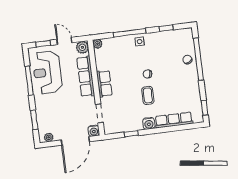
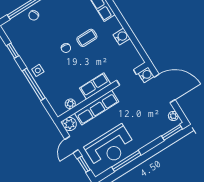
plant: (97, 44) -> (70, 104), moved
window: (34, 120) -> (172, 132), moved
water cooler: (149, 123) -> (122, 37), moved
window: (131, 134) -> (132, 37), removed

